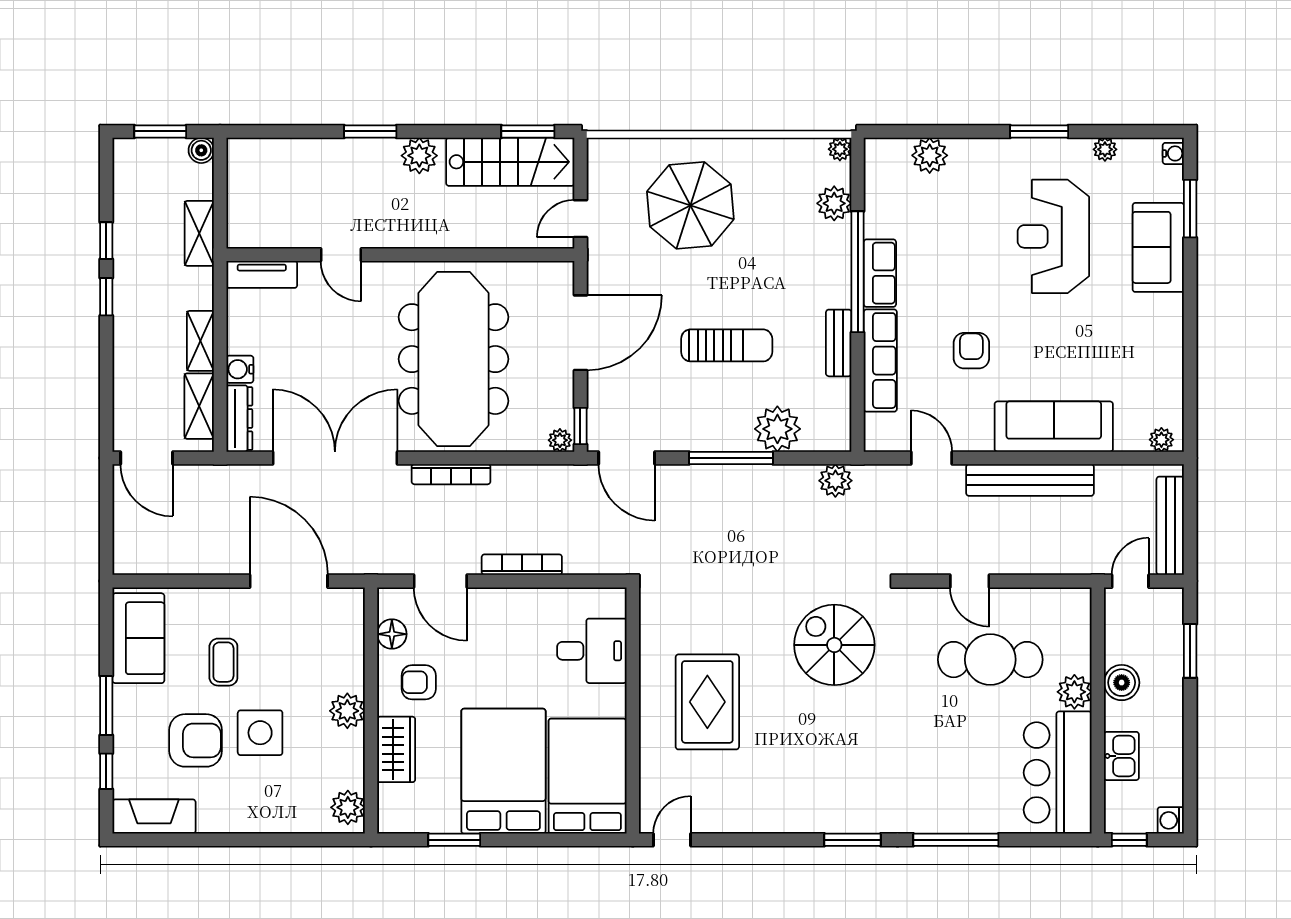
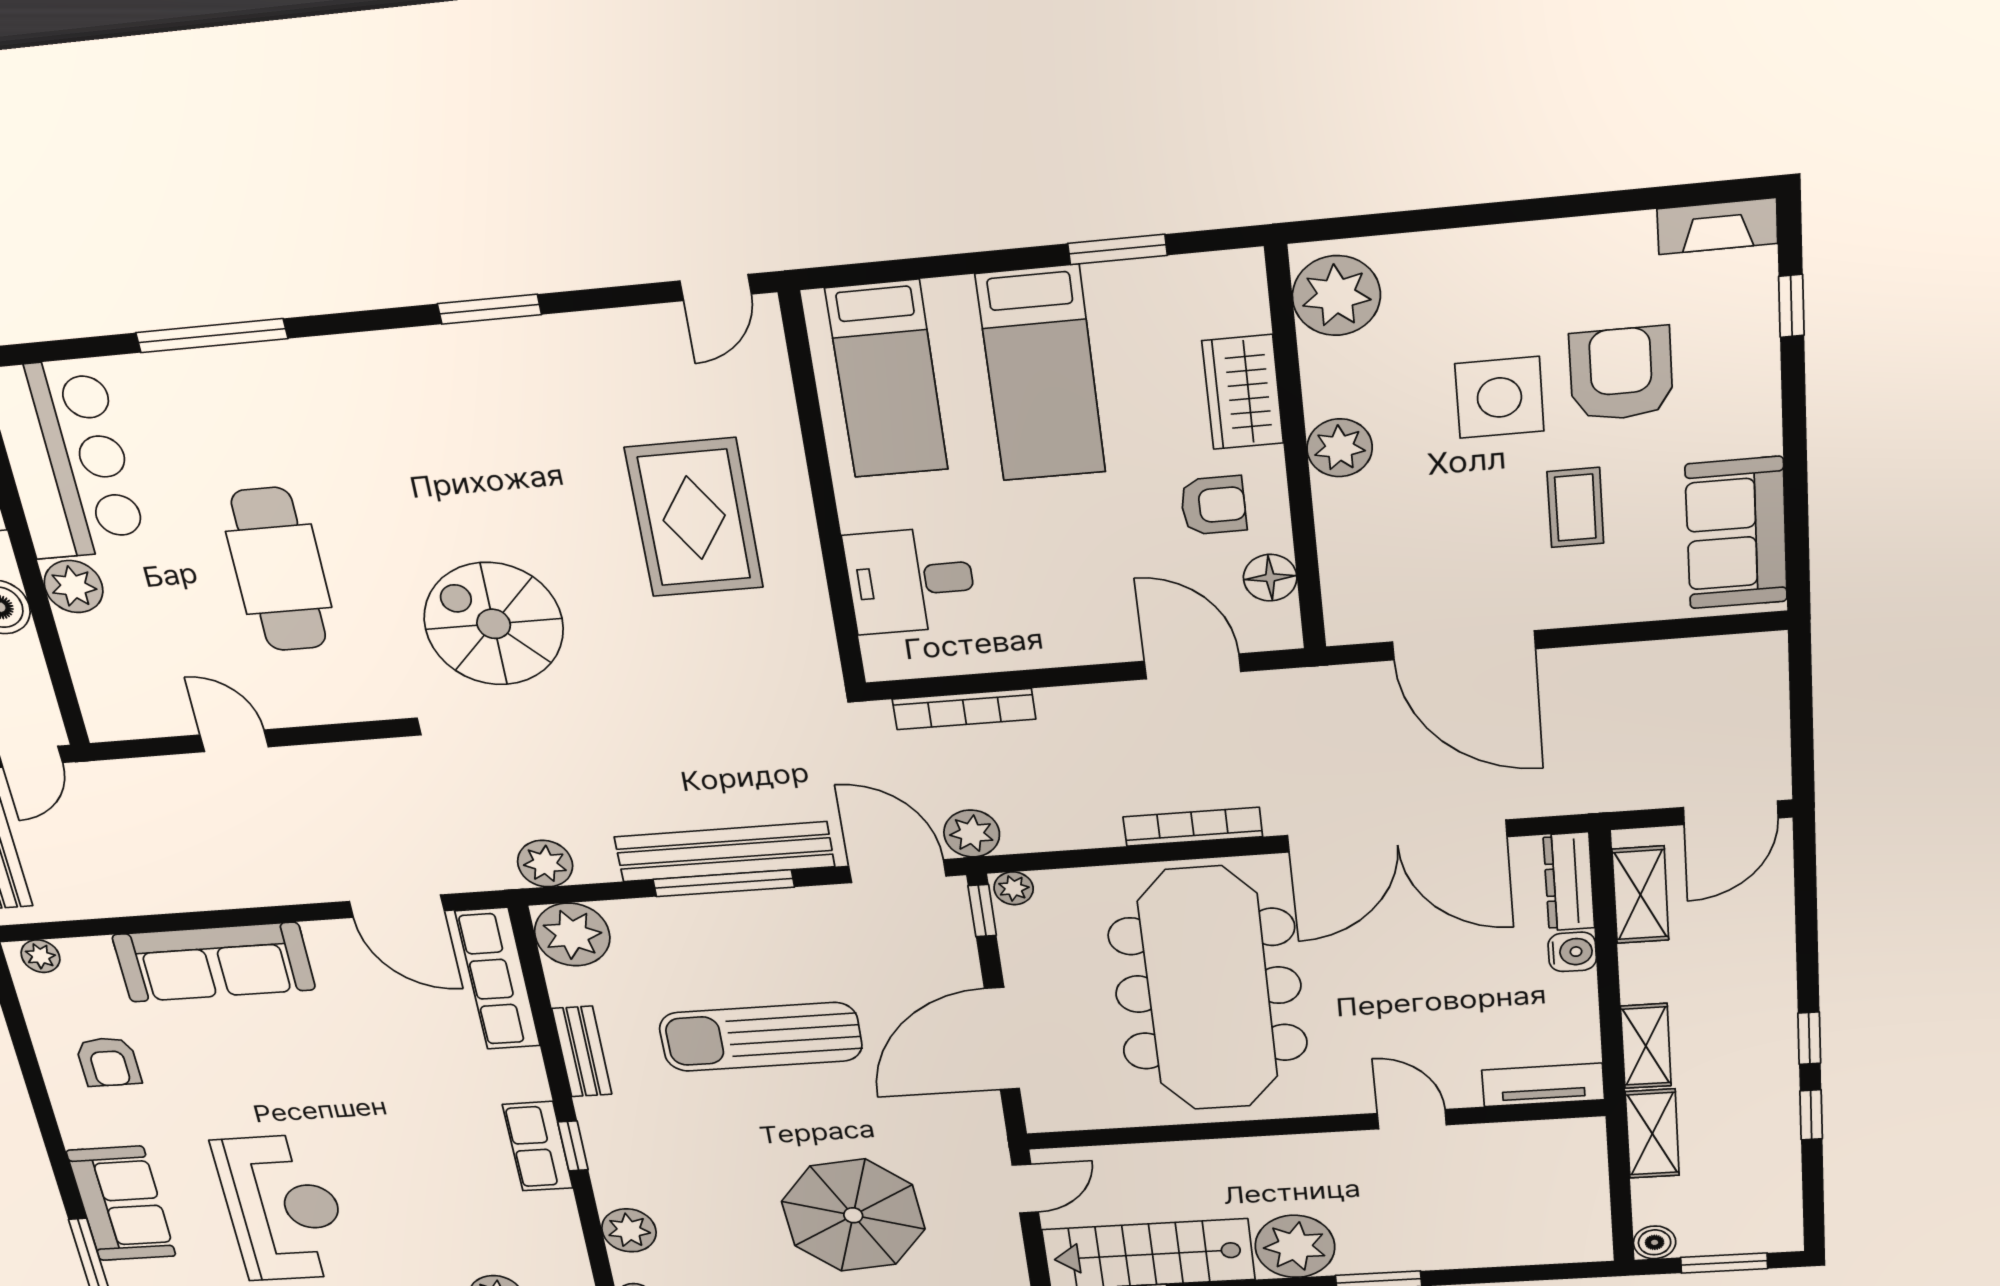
plant: (419, 156) -> (1295, 1246), width x1.36, depth x1.36
window: (858, 272) -> (573, 1146), width x0.32
shelving: (200, 341) -> (1646, 1046), moved
sun lounger: (727, 345) -> (761, 1037), width x1.36, depth x1.34
armchair: (971, 351) -> (108, 1062), moved
row of seats: (880, 361) -> (498, 979), moved
plant: (777, 429) -> (572, 935), moved
door: (147, 458) -> (1731, 813), swing flipped
door: (931, 458) -> (397, 906), width x1.38
plant: (580, 480) -> (972, 833), added
bench: (1030, 480) -> (724, 852), moved
bookcase: (522, 565) -> (964, 709), moved
door: (970, 581) -> (234, 741), moved
spiral stairs: (834, 645) -> (494, 624), turned 180
cafe table: (990, 660) -> (279, 570), moved, turned 90
window: (106, 706) -> (1794, 417), removed
armchair: (196, 740) -> (1621, 374), turned 90
bed: (503, 771) -> (1041, 374), width x0.67
bed: (587, 776) -> (887, 379), width x0.67
plant: (348, 807) -> (1336, 296), width x1.36, depth x1.36
fireplace: (154, 816) -> (1717, 226), width x0.73, depth x0.76
window: (852, 840) -> (489, 309), moved

